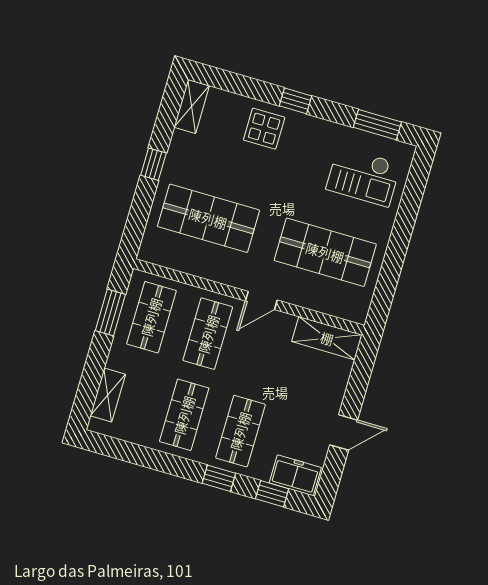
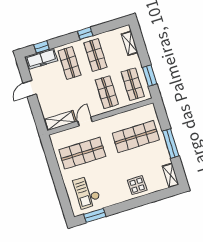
window: (295, 101) -> (132, 204), removed
window: (153, 164) -> (171, 143), width x2.17
checkout: (363, 176) -> (87, 192), turned -90
door: (261, 301) -> (85, 121), moved
freezer: (295, 475) -> (41, 59), width x1.40
window: (219, 478) -> (85, 33), moved

